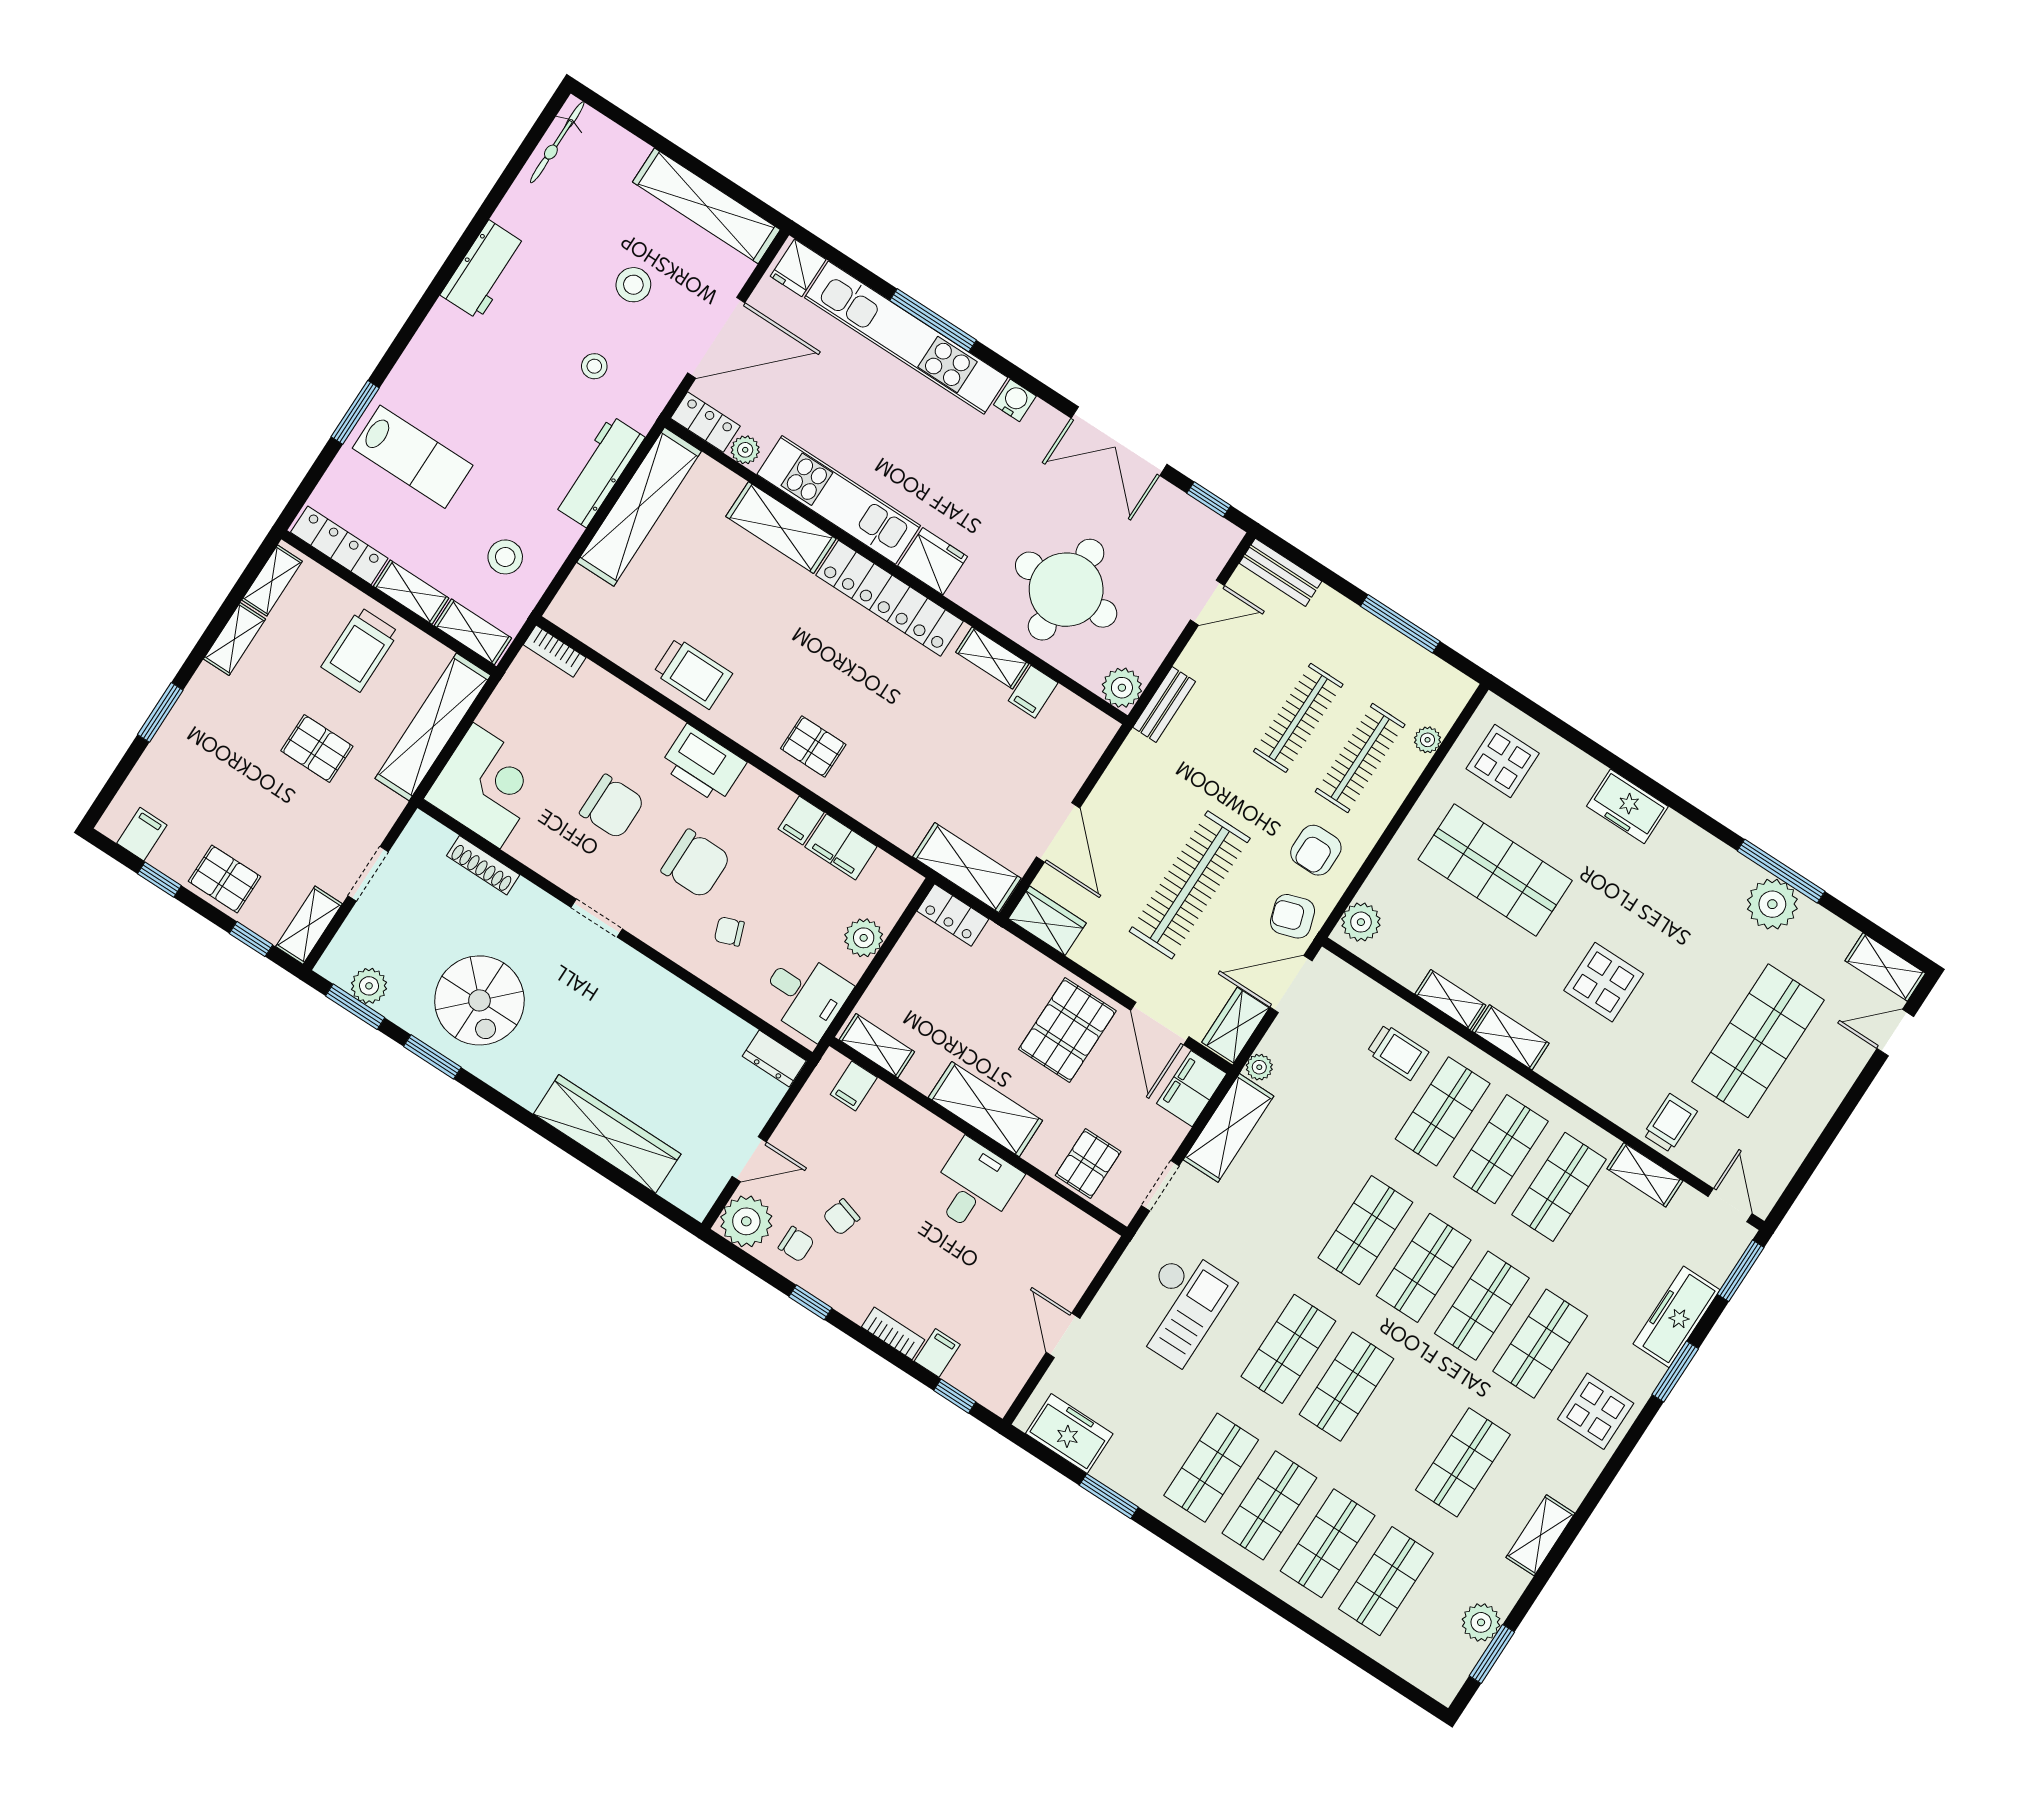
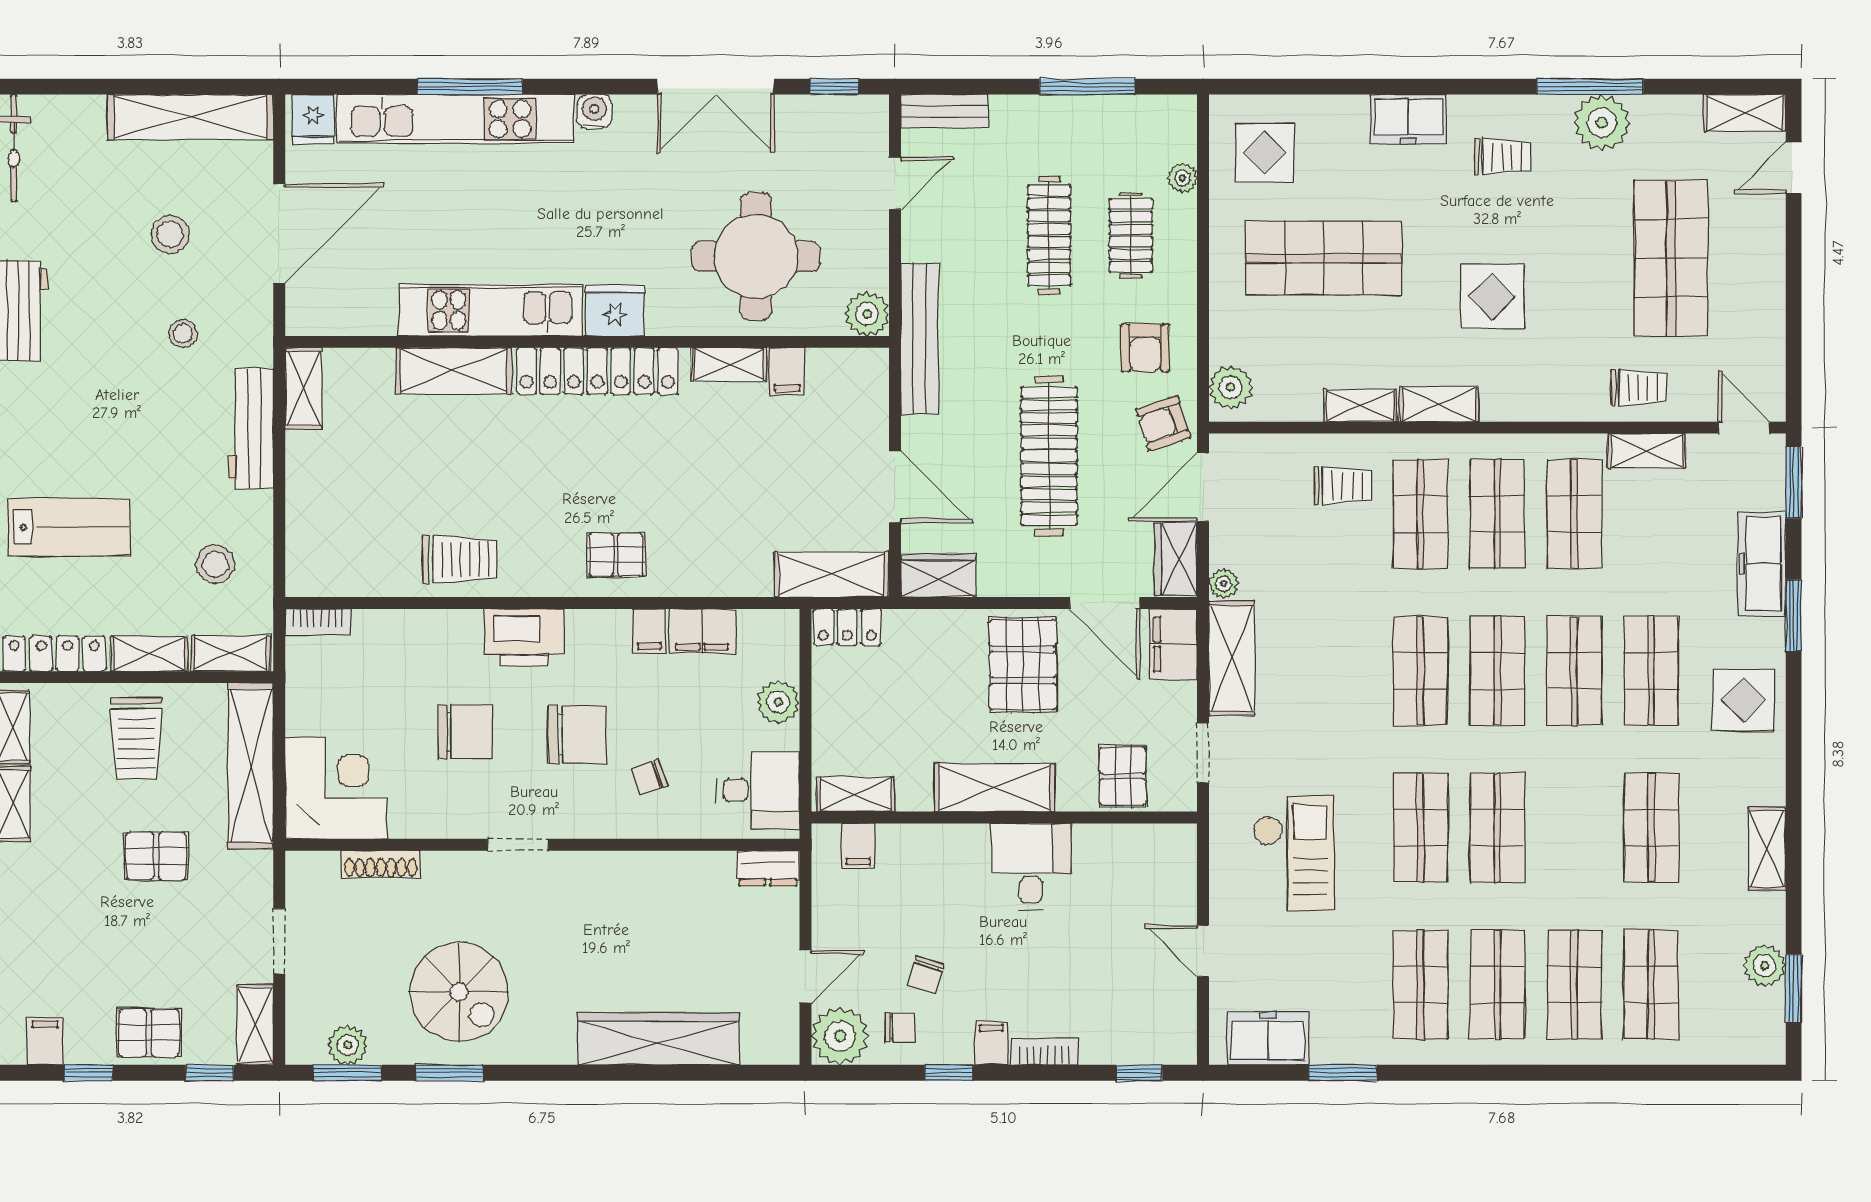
locker: (705, 422) -> (320, 318), removed
plant: (745, 450) -> (374, 320), removed
shelving: (639, 507) -> (303, 388), width x0.45, depth x0.75
bench: (1164, 704) -> (920, 339), width x1.86, depth x1.21
clothes rail: (1360, 758) -> (1131, 236), width x0.73
trolley: (1680, 881) -> (1503, 157), added
trolley: (1670, 1123) -> (1639, 388), turned 90
filing cabinet: (937, 1353) -> (991, 1043), moved

